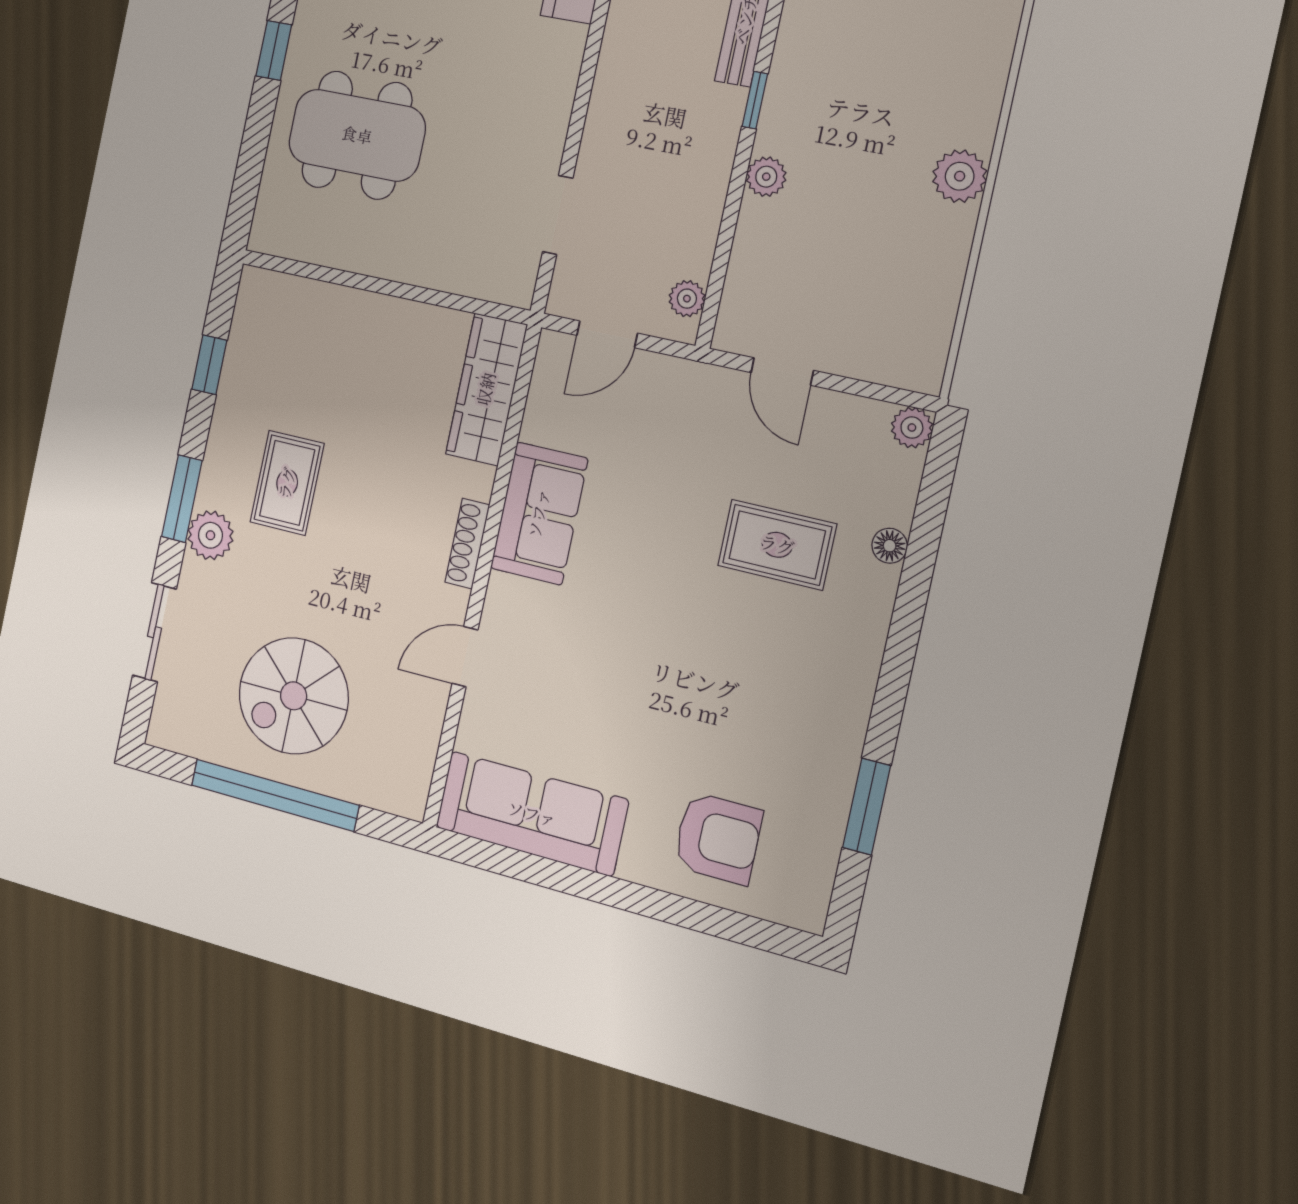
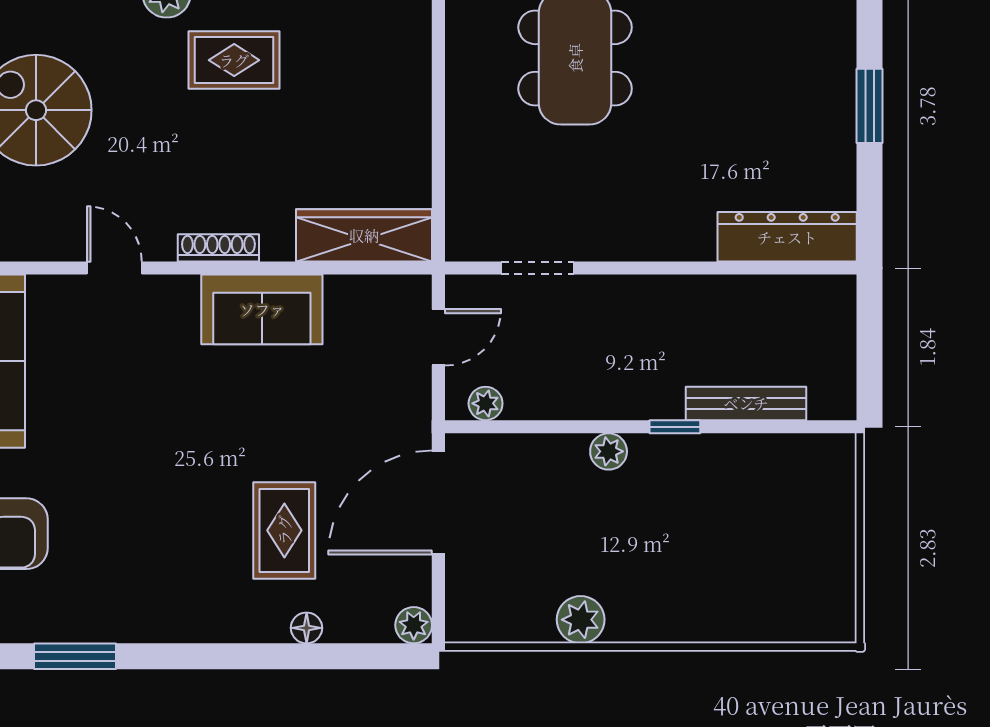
plant: (960, 176) -> (581, 620), moved
door: (607, 334) -> (438, 337), swing flipped
door: (782, 372) -> (438, 502), width x1.87

